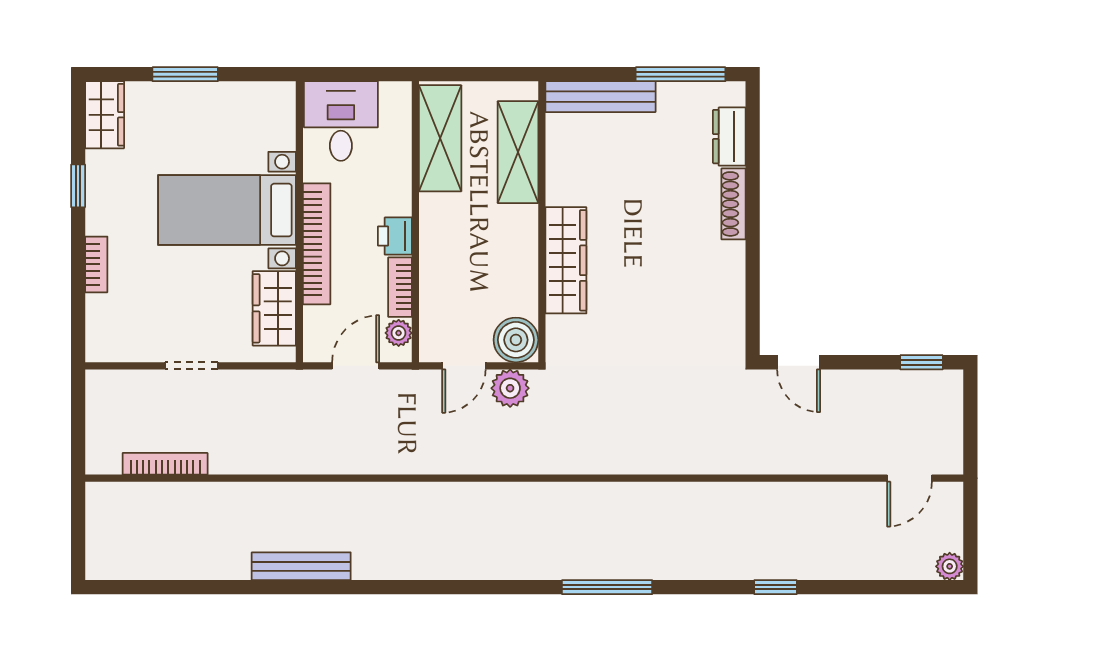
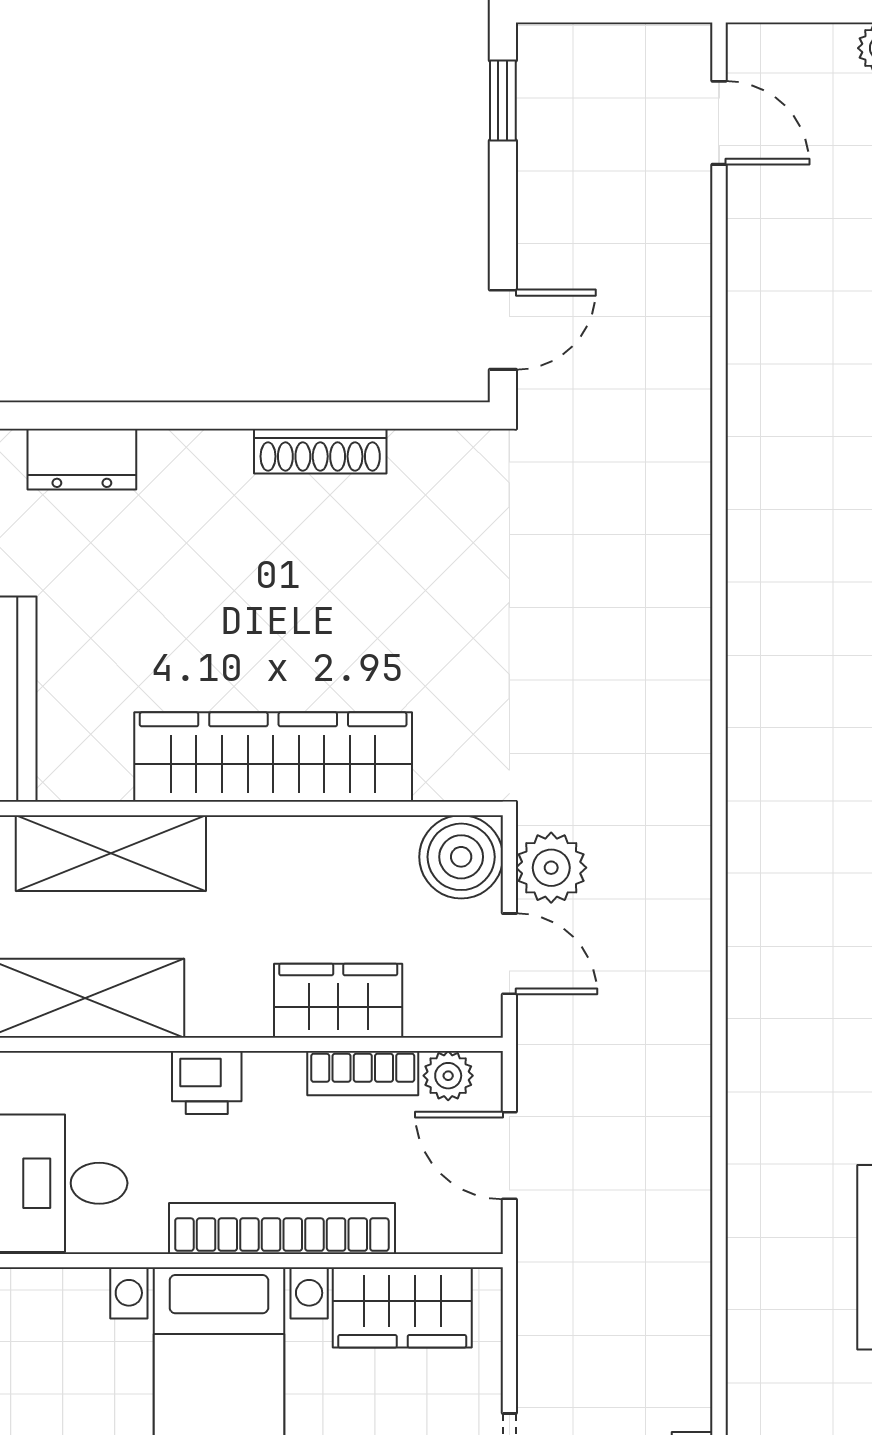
shoe rack: (733, 204) -> (320, 451), moved
printer: (395, 236) -> (207, 1083), moved
wardrobe: (566, 260) -> (273, 757), width x1.40, depth x1.17
wardrobe: (439, 274) -> (338, 1001), added

